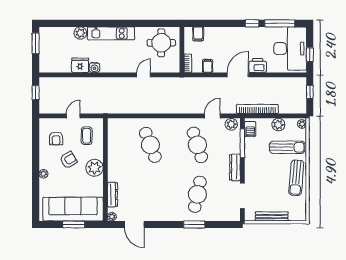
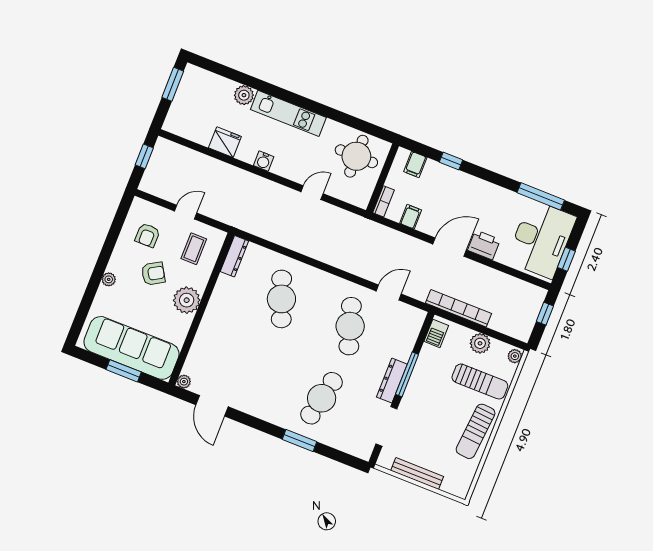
window: (252, 23) -> (451, 161), moved
water cooler: (94, 67) -> (264, 161), moved
plant: (231, 124) -> (412, 316), removed
window: (242, 143) -> (407, 374), moved
dresser: (112, 194) -> (234, 256), moved

